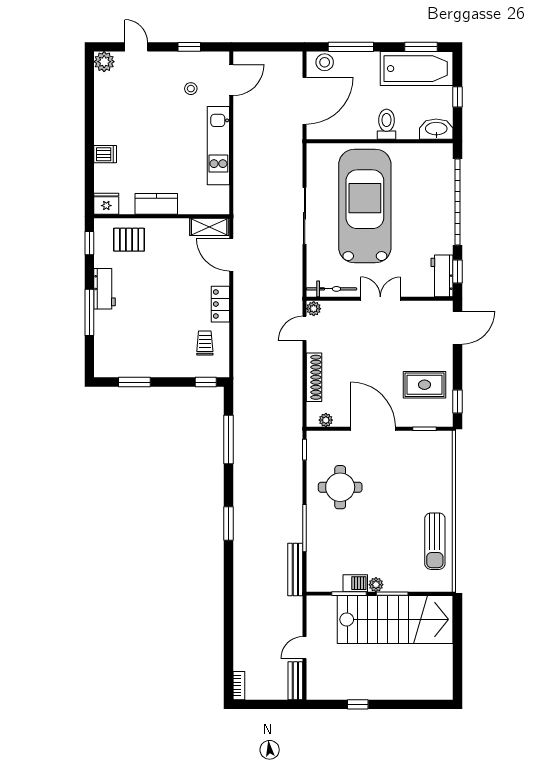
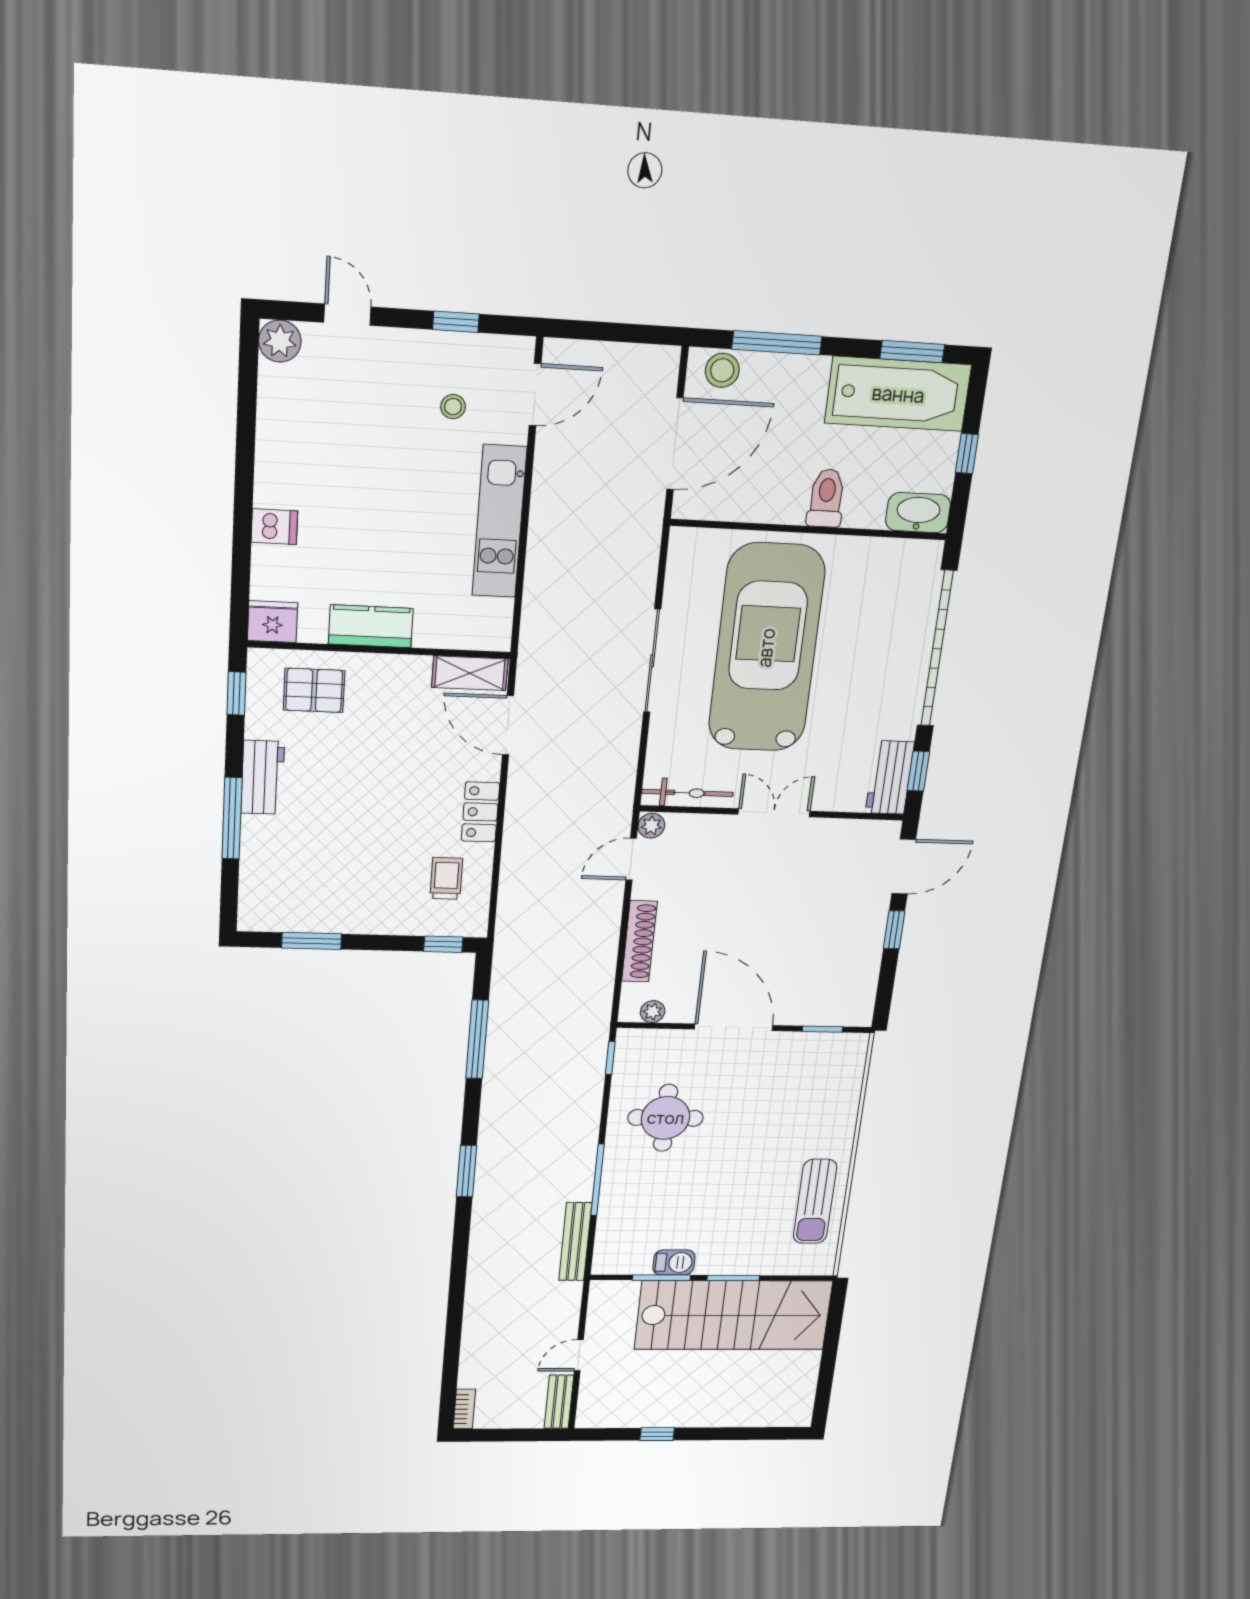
rug: (424, 385) -> (832, 958), removed
window: (458, 402) -> (894, 930), moved
plant: (376, 585) -> (708, 1265), removed

